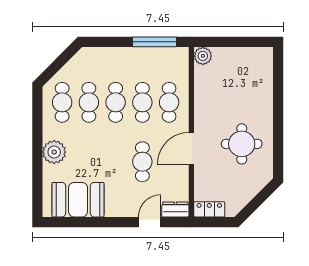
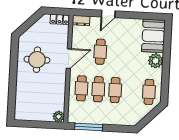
cafe table: (89, 102) -> (132, 91), removed
booth: (78, 200) -> (153, 36), moved, turned 90
door: (150, 222) -> (108, 14), moved

